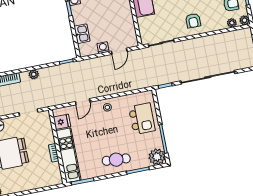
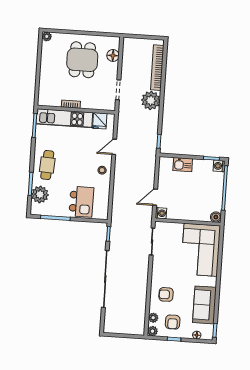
armchair: (193, 21) -> (166, 294), moved
washing machine: (103, 48) -> (161, 213), moved
door: (119, 51) -> (155, 197), hinge flipped
plant: (34, 74) -> (151, 100), width x1.88, depth x1.88
door: (83, 102) -> (114, 147), hinge flipped
kitchen island: (142, 119) -> (81, 202), turned -90
plant: (157, 157) -> (40, 194), moved

